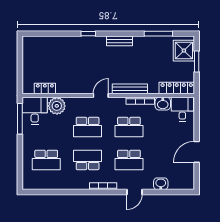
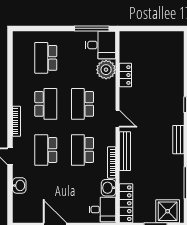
locker: (45, 88) -> (125, 75), moved

